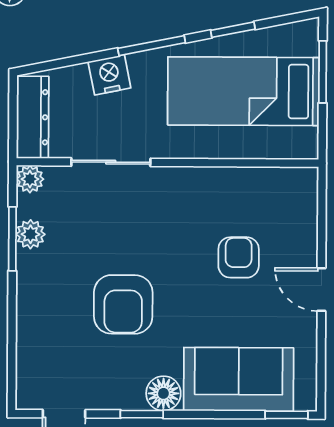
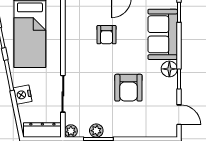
armchair: (239, 257) -> (106, 35), turned -90
armchair: (123, 304) -> (128, 88), turned 90

